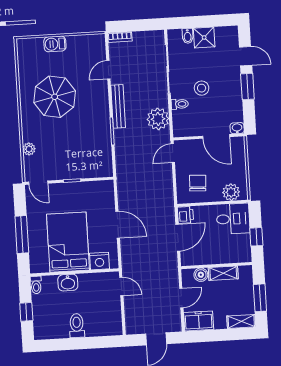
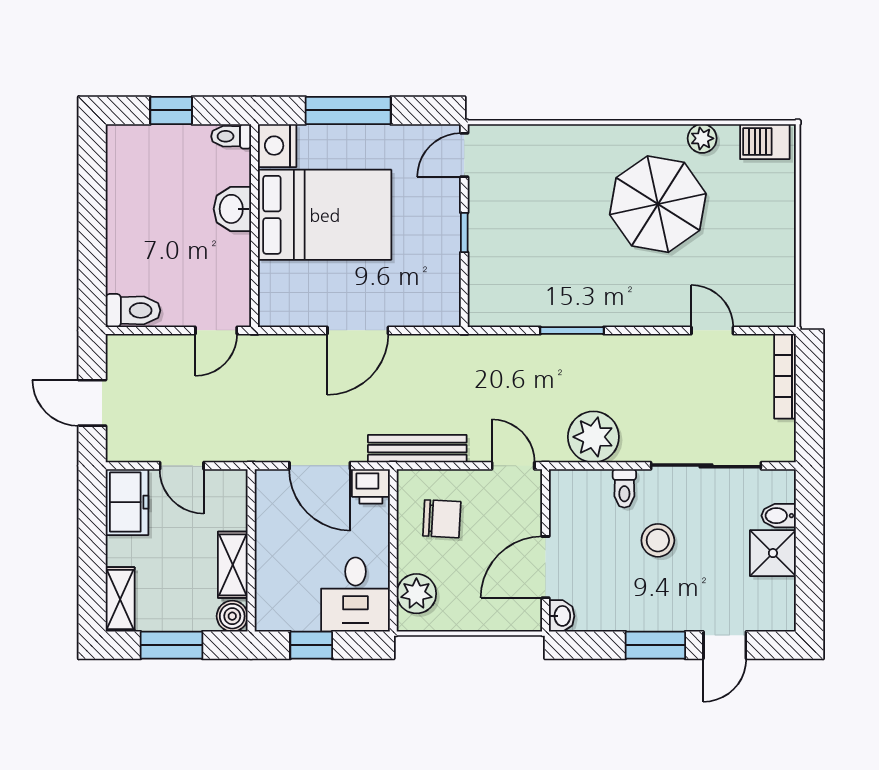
bookcase: (120, 37) -> (785, 376), width x1.56
barbecue: (55, 44) -> (765, 142), moved, turned -90
bench: (118, 106) -> (417, 449), moved
plant: (29, 149) -> (702, 138), moved
nightstand: (99, 261) -> (277, 146), moved
boiler: (201, 275) -> (232, 616), moved
toilet: (77, 326) -> (133, 310), moved

